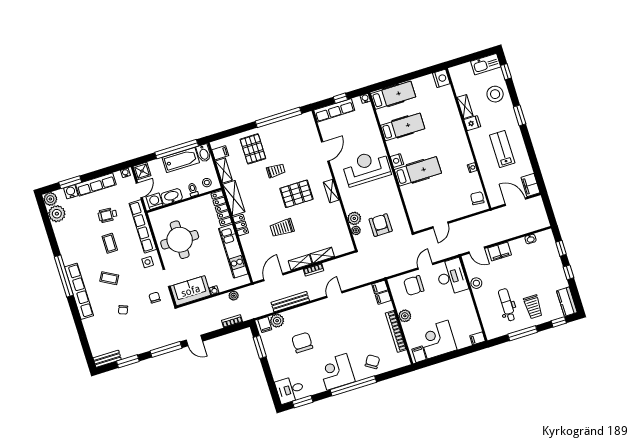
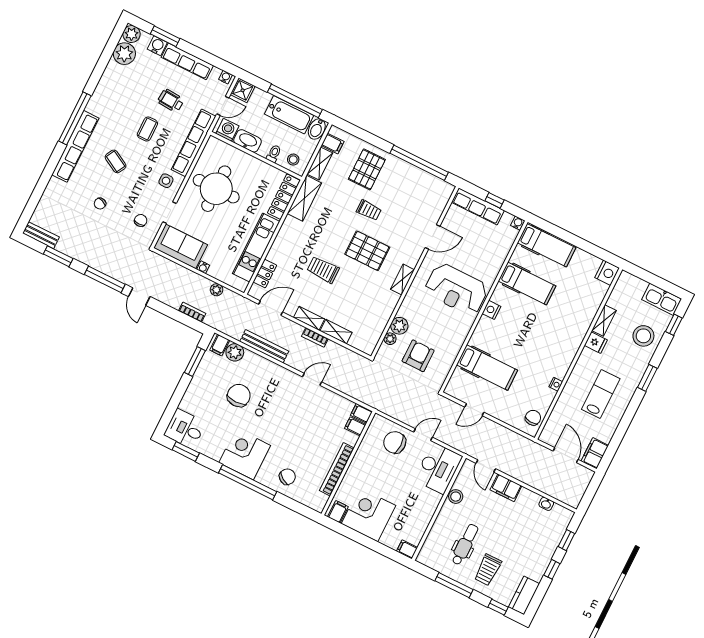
reception desk: (366, 168) -> (456, 289), turned 180
hospital bed: (418, 171) -> (487, 368), moved
locker: (241, 225) -> (265, 274), moved
plant: (405, 316) -> (359, 463), removed

